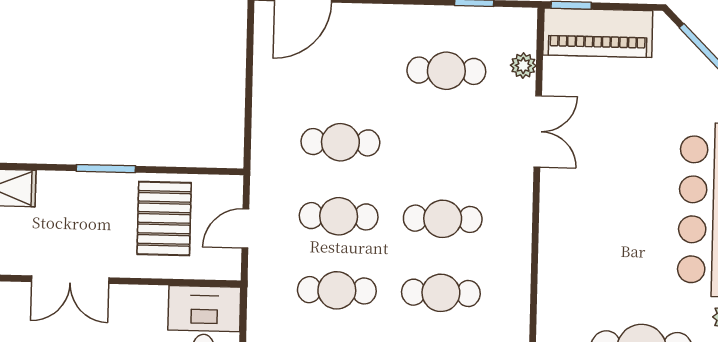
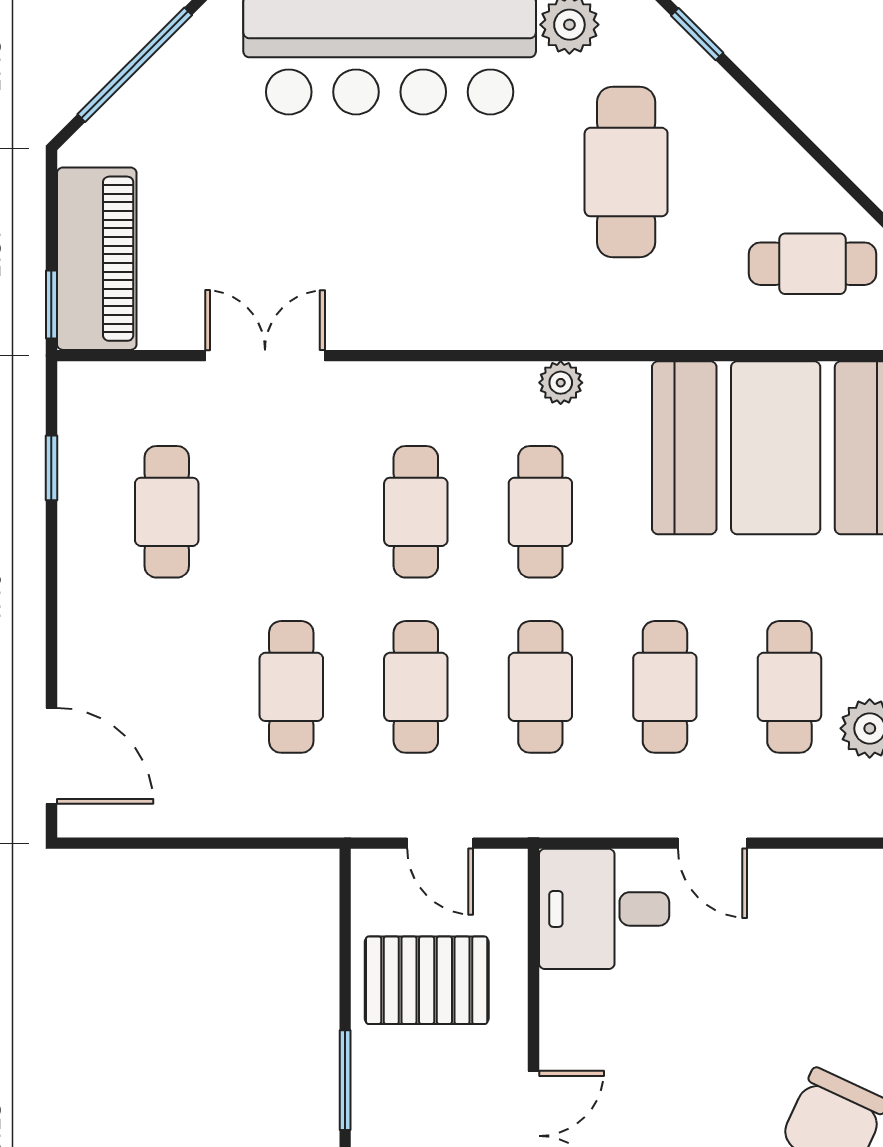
plant: (523, 66) -> (561, 383), moved

